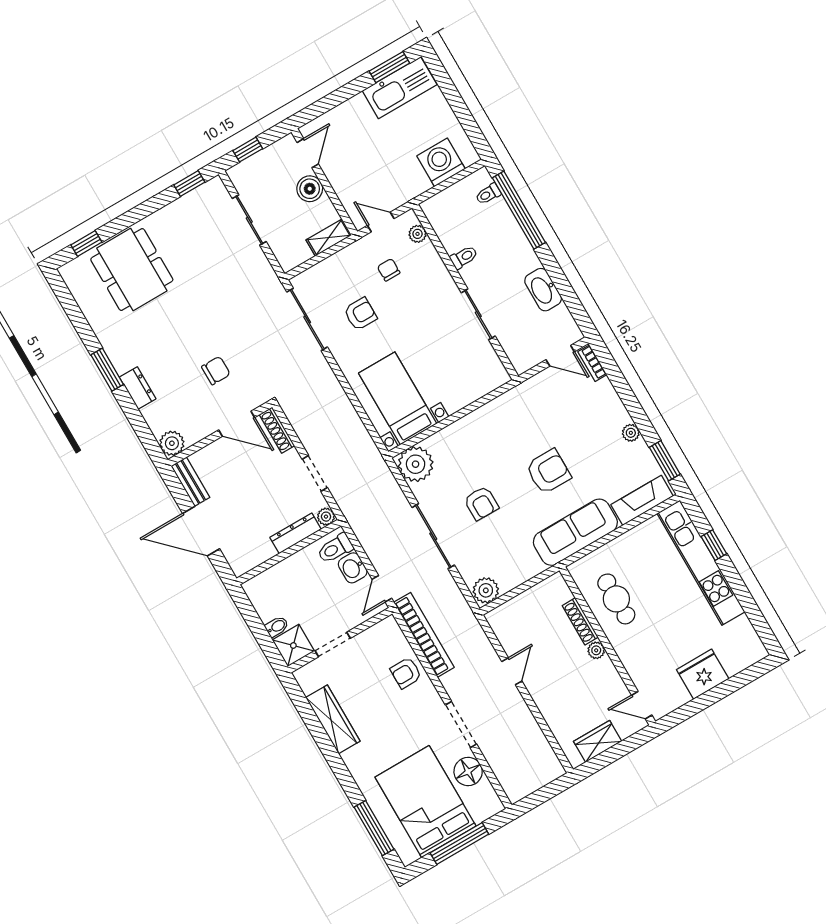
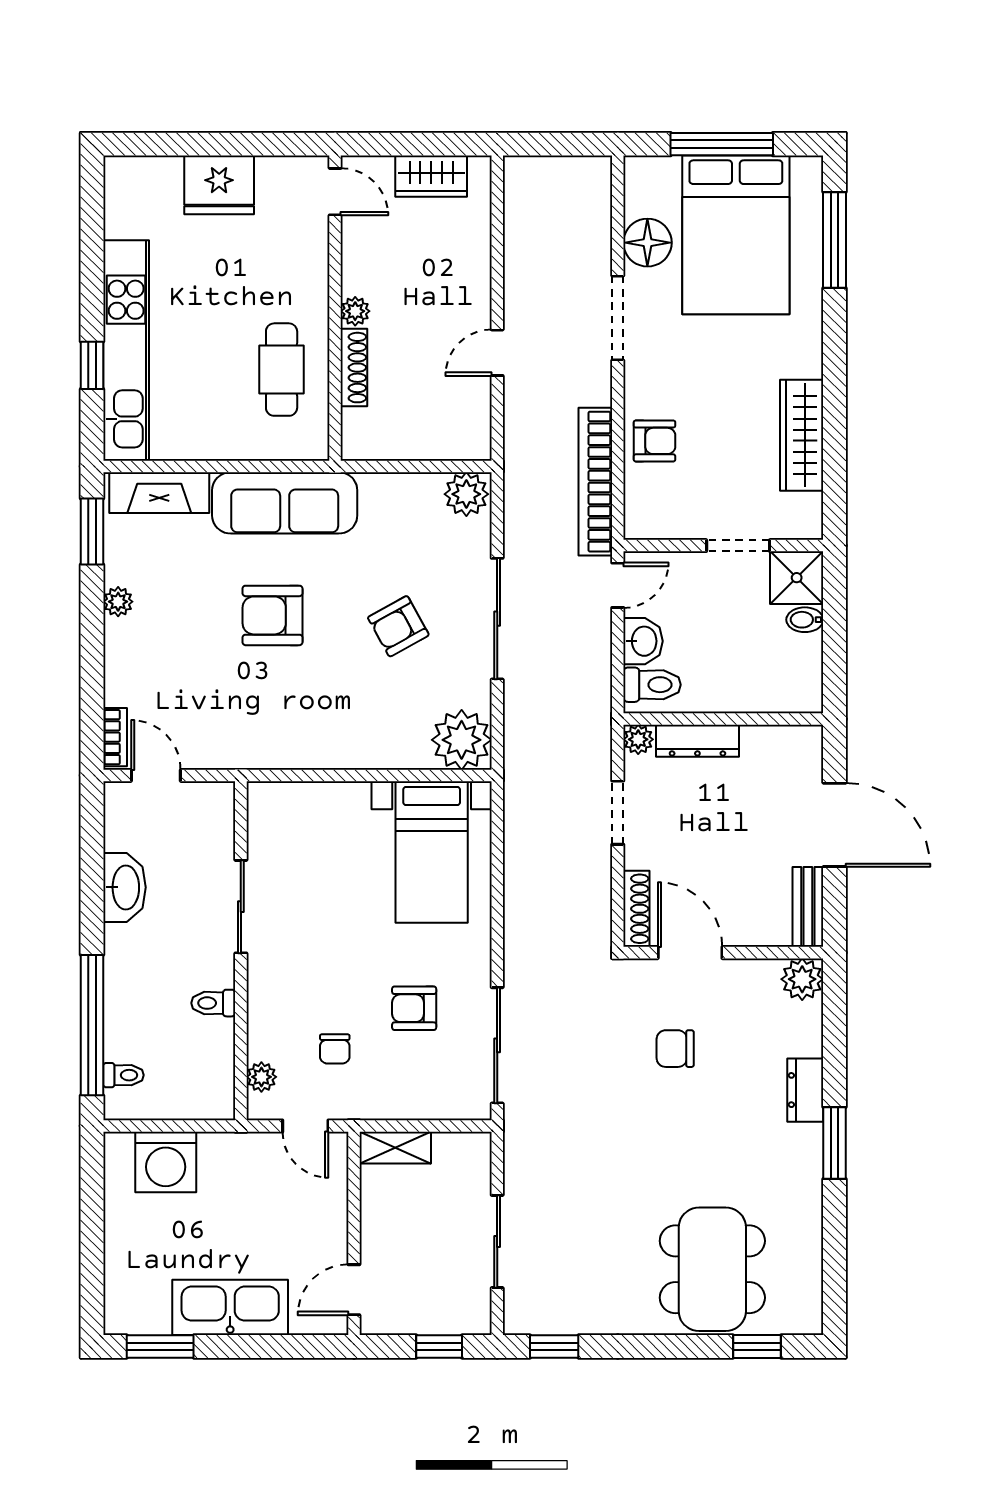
kitchen sink: (400, 88) -> (230, 1307), moved
boiler: (310, 189) -> (381, 1236), removed
armchair: (481, 503) -> (398, 626), turned -119

